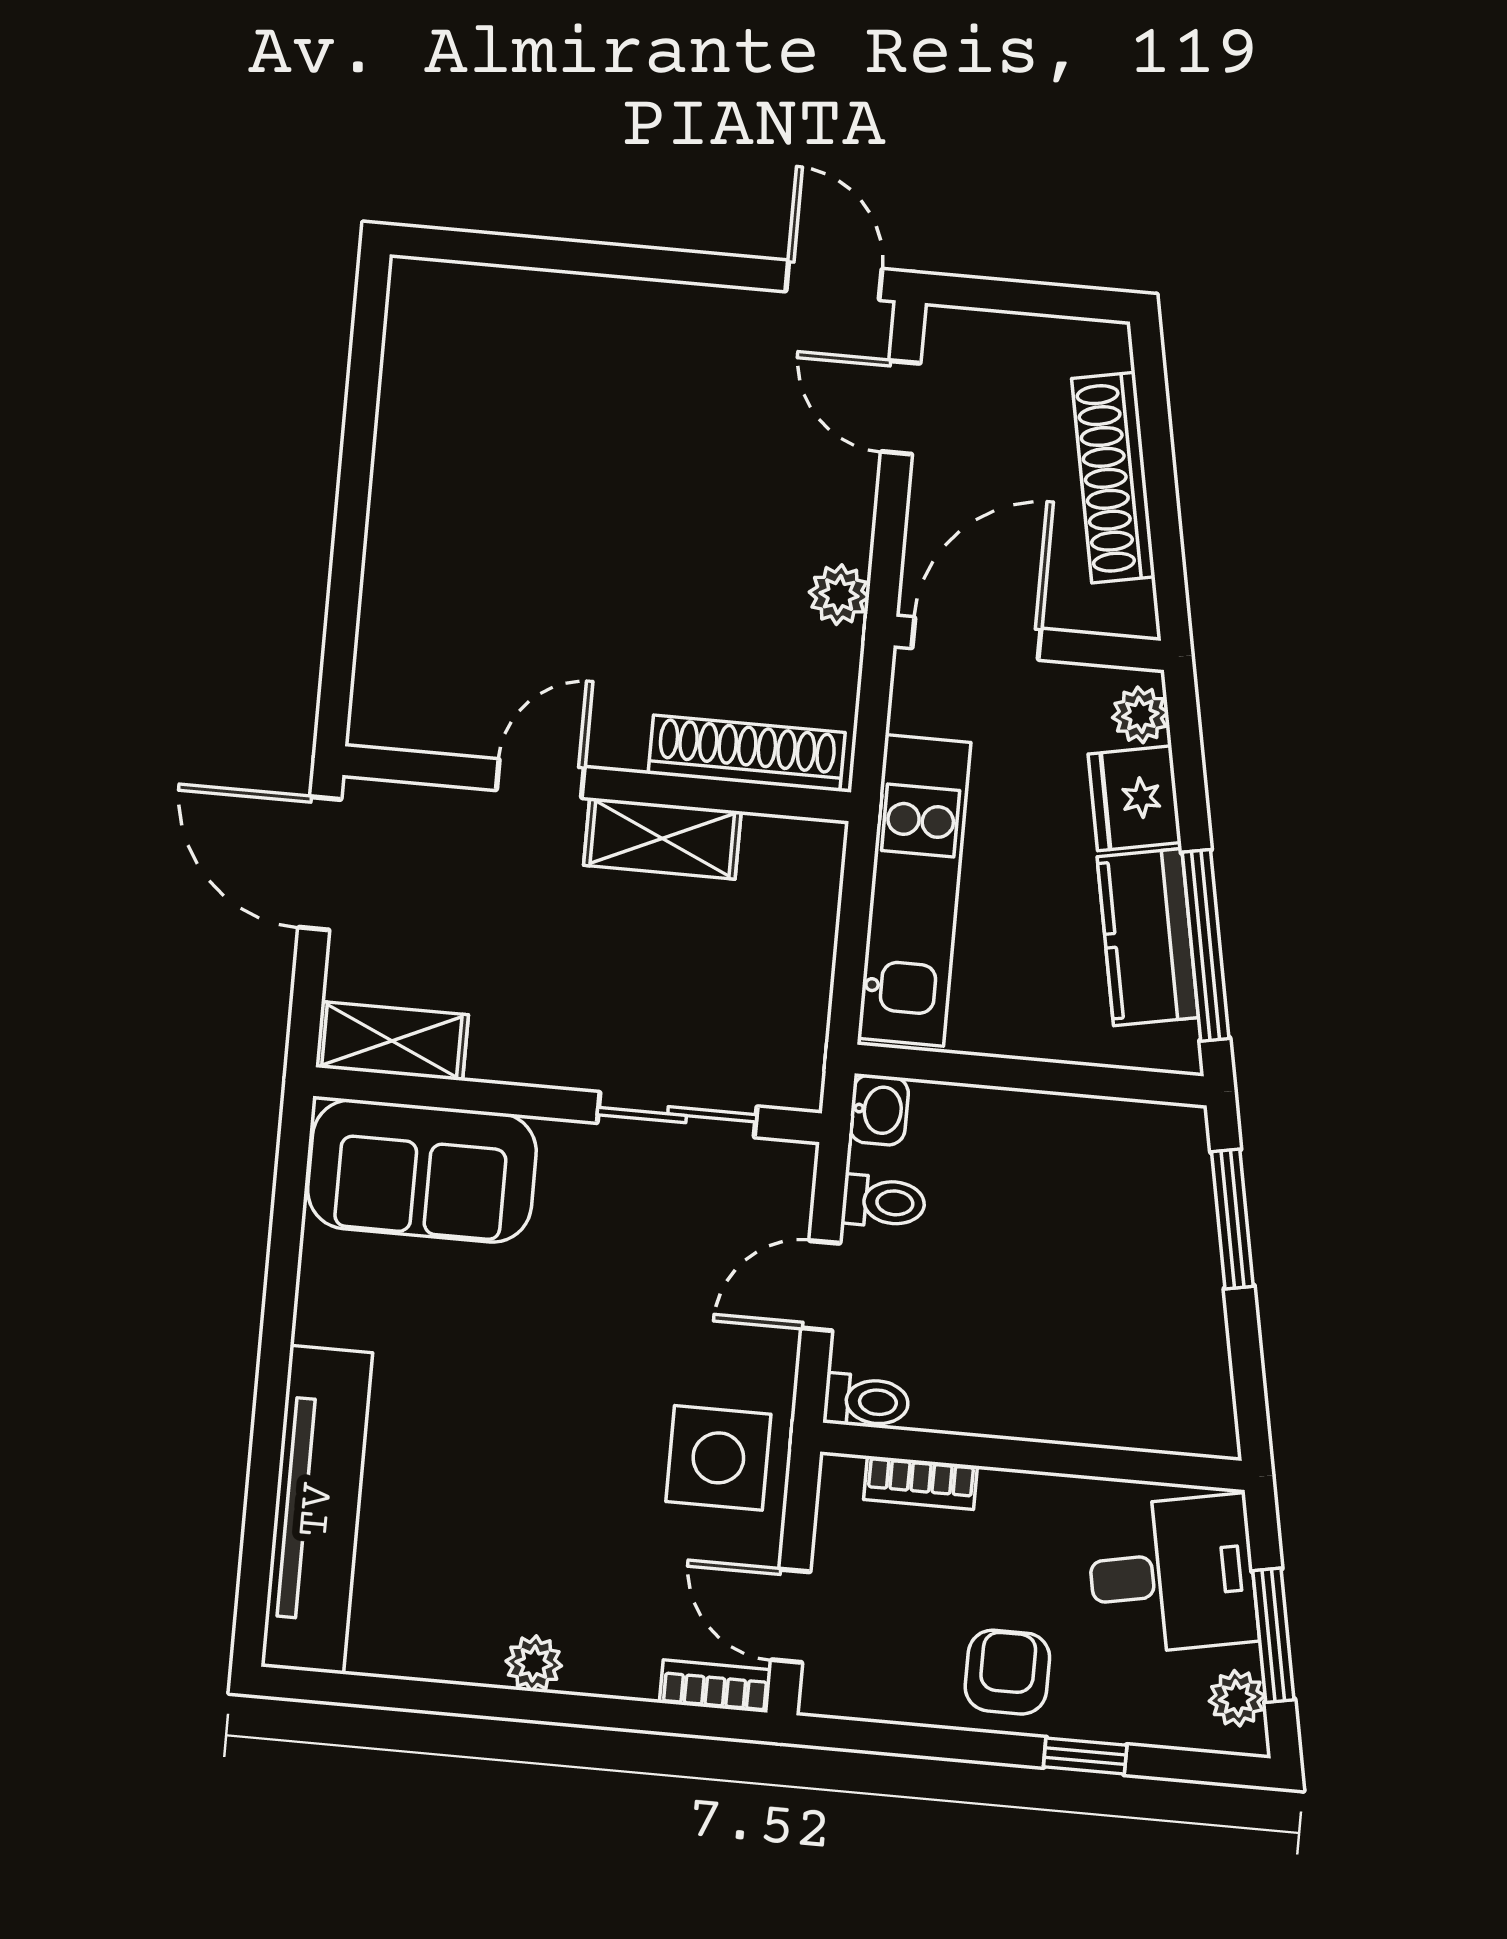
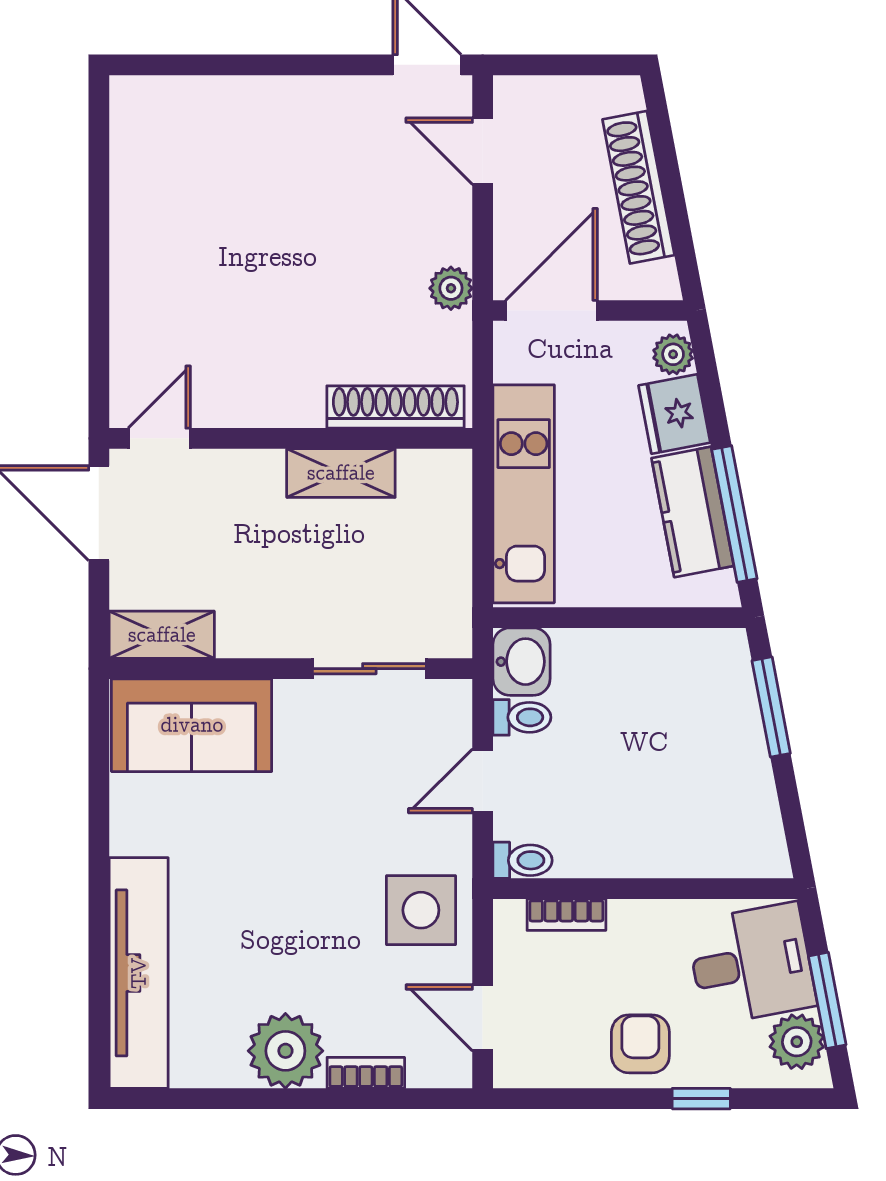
door: (540, 779) -> (159, 438), moved
washbasin: (879, 1110) -> (522, 662), width x1.38, depth x1.45
plant: (534, 1663) -> (285, 1051), width x1.88, depth x1.88
bookcase: (715, 1686) -> (366, 1073), moved
plant: (1237, 1698) -> (797, 1042), width x1.38, depth x1.38

